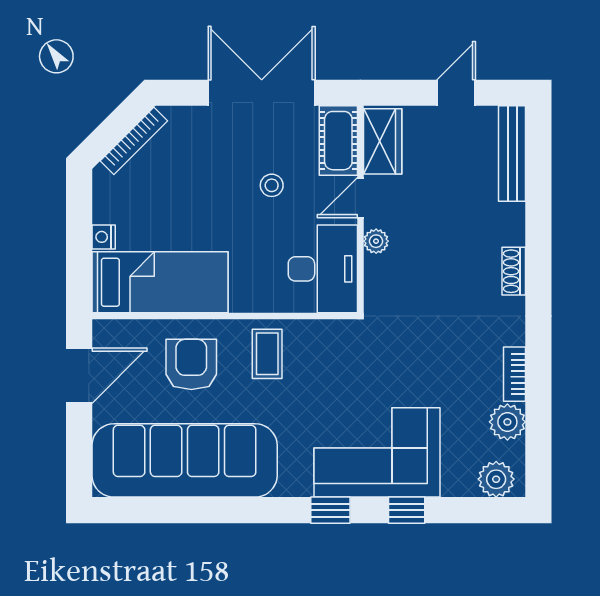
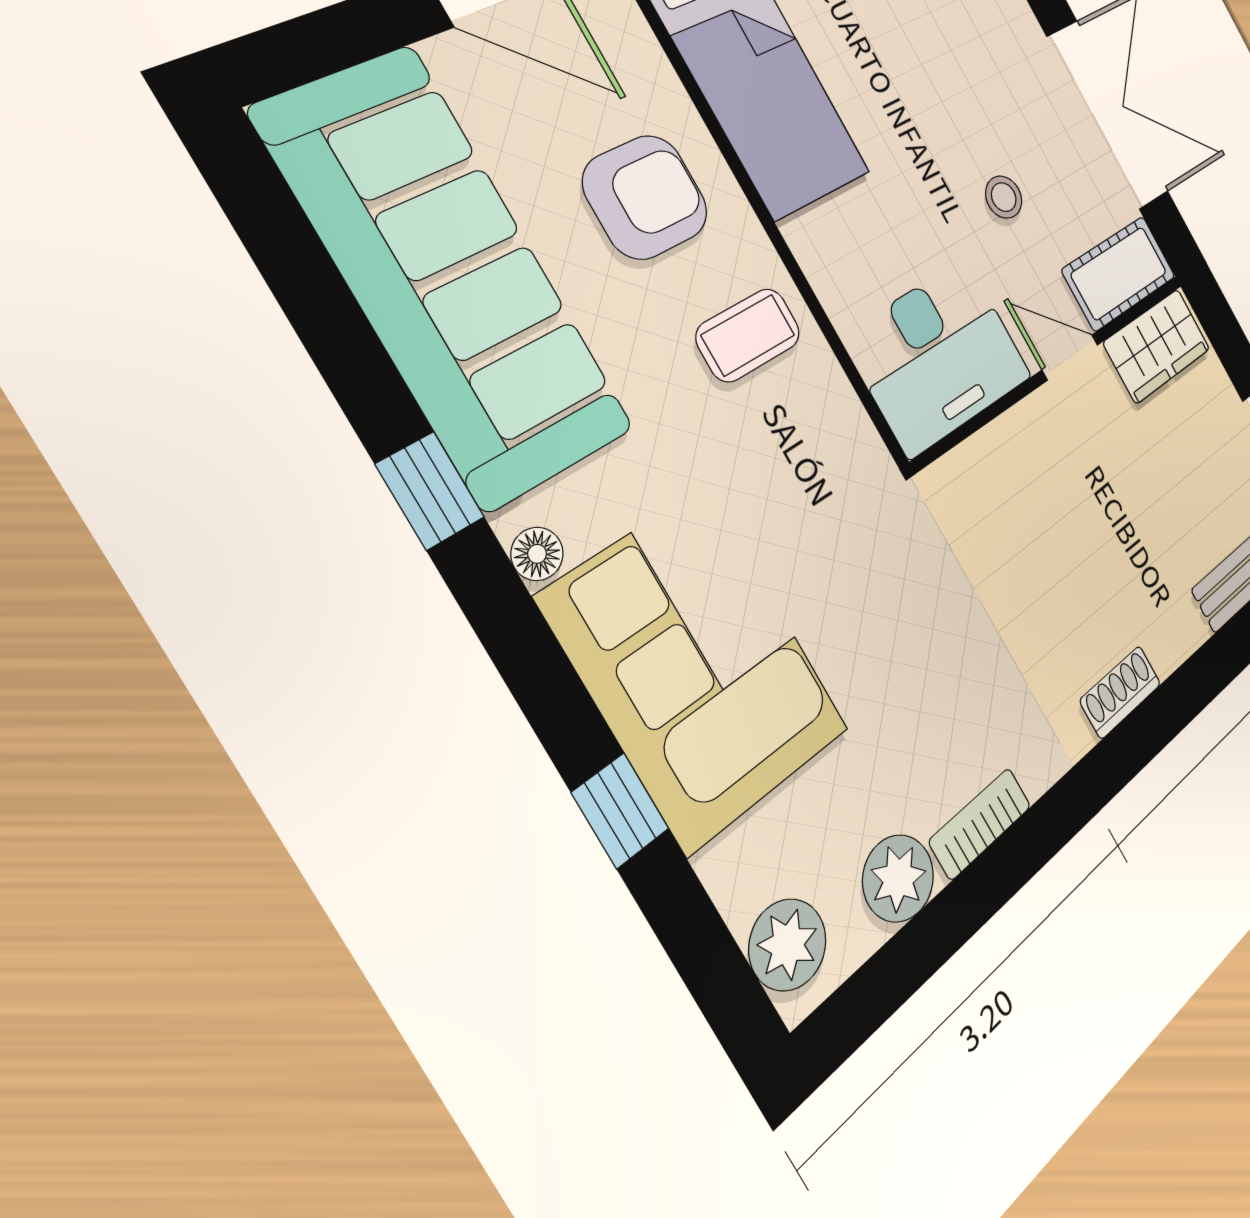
plant: (376, 241) -> (1028, 424), removed
floor lamp: (301, 486) -> (537, 554), added
window: (330, 510) -> (430, 491), moved

